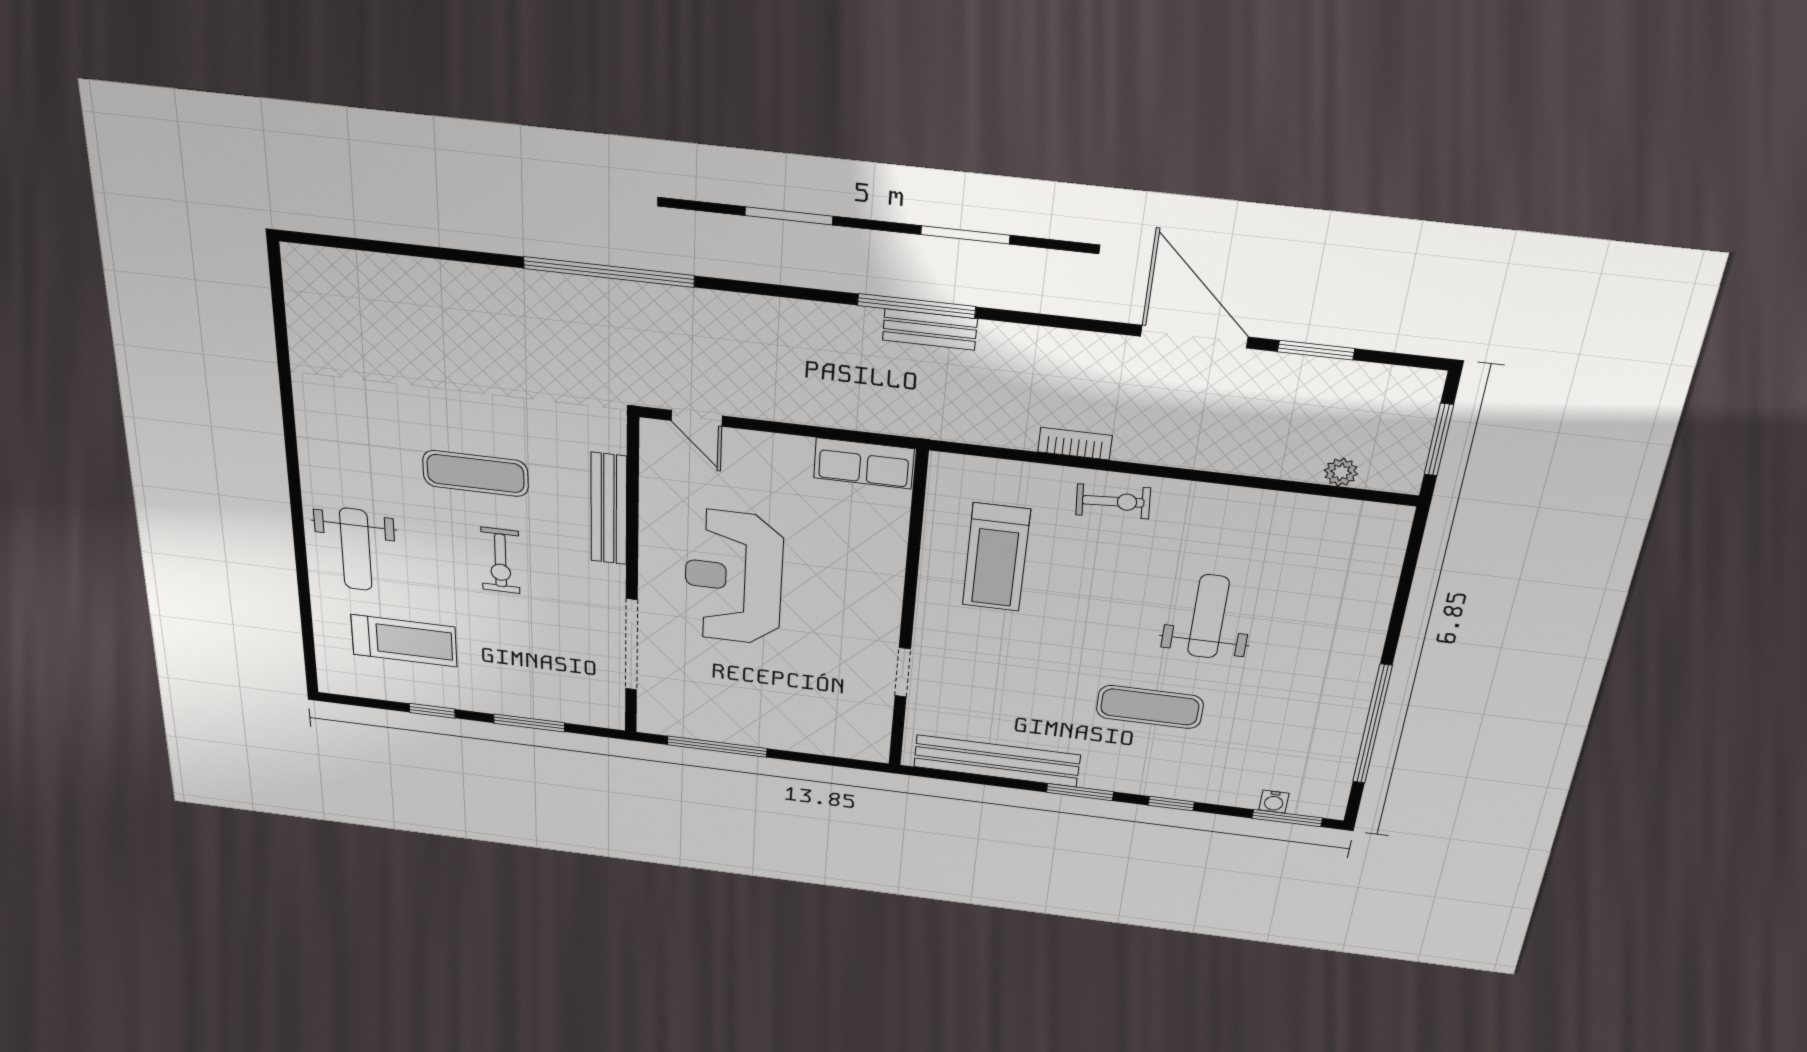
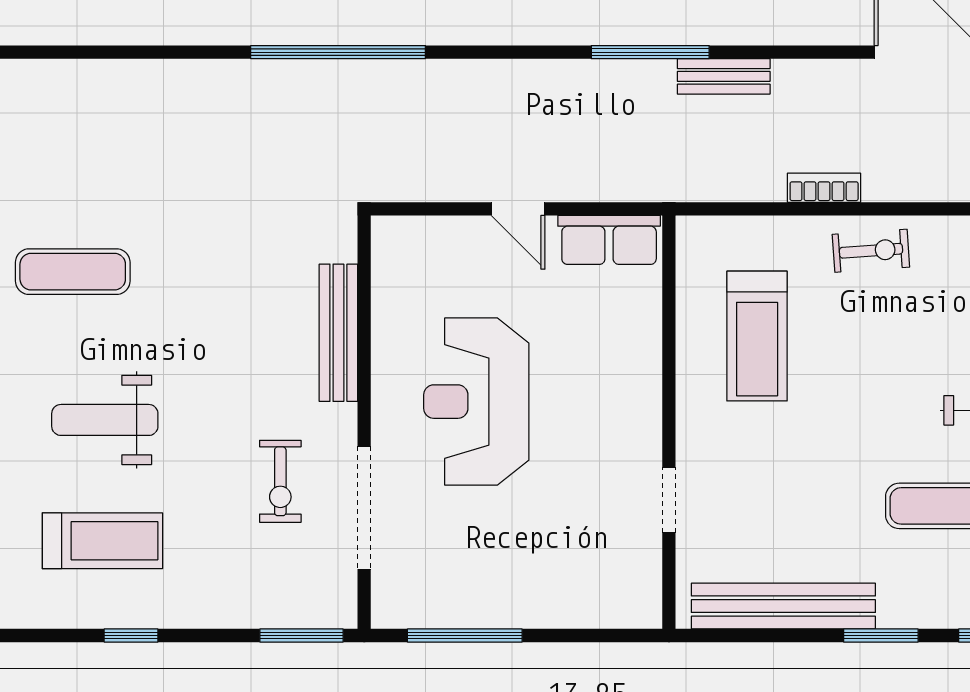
bench: (930, 329) -> (724, 76), moved
door: (697, 418) -> (518, 209), moved
exercise mat: (476, 473) -> (73, 272), moved
weight bench: (356, 549) -> (105, 420), moved, turned 90
exercise bike: (500, 560) -> (280, 481), moved
window: (529, 723) -> (301, 635), moved

